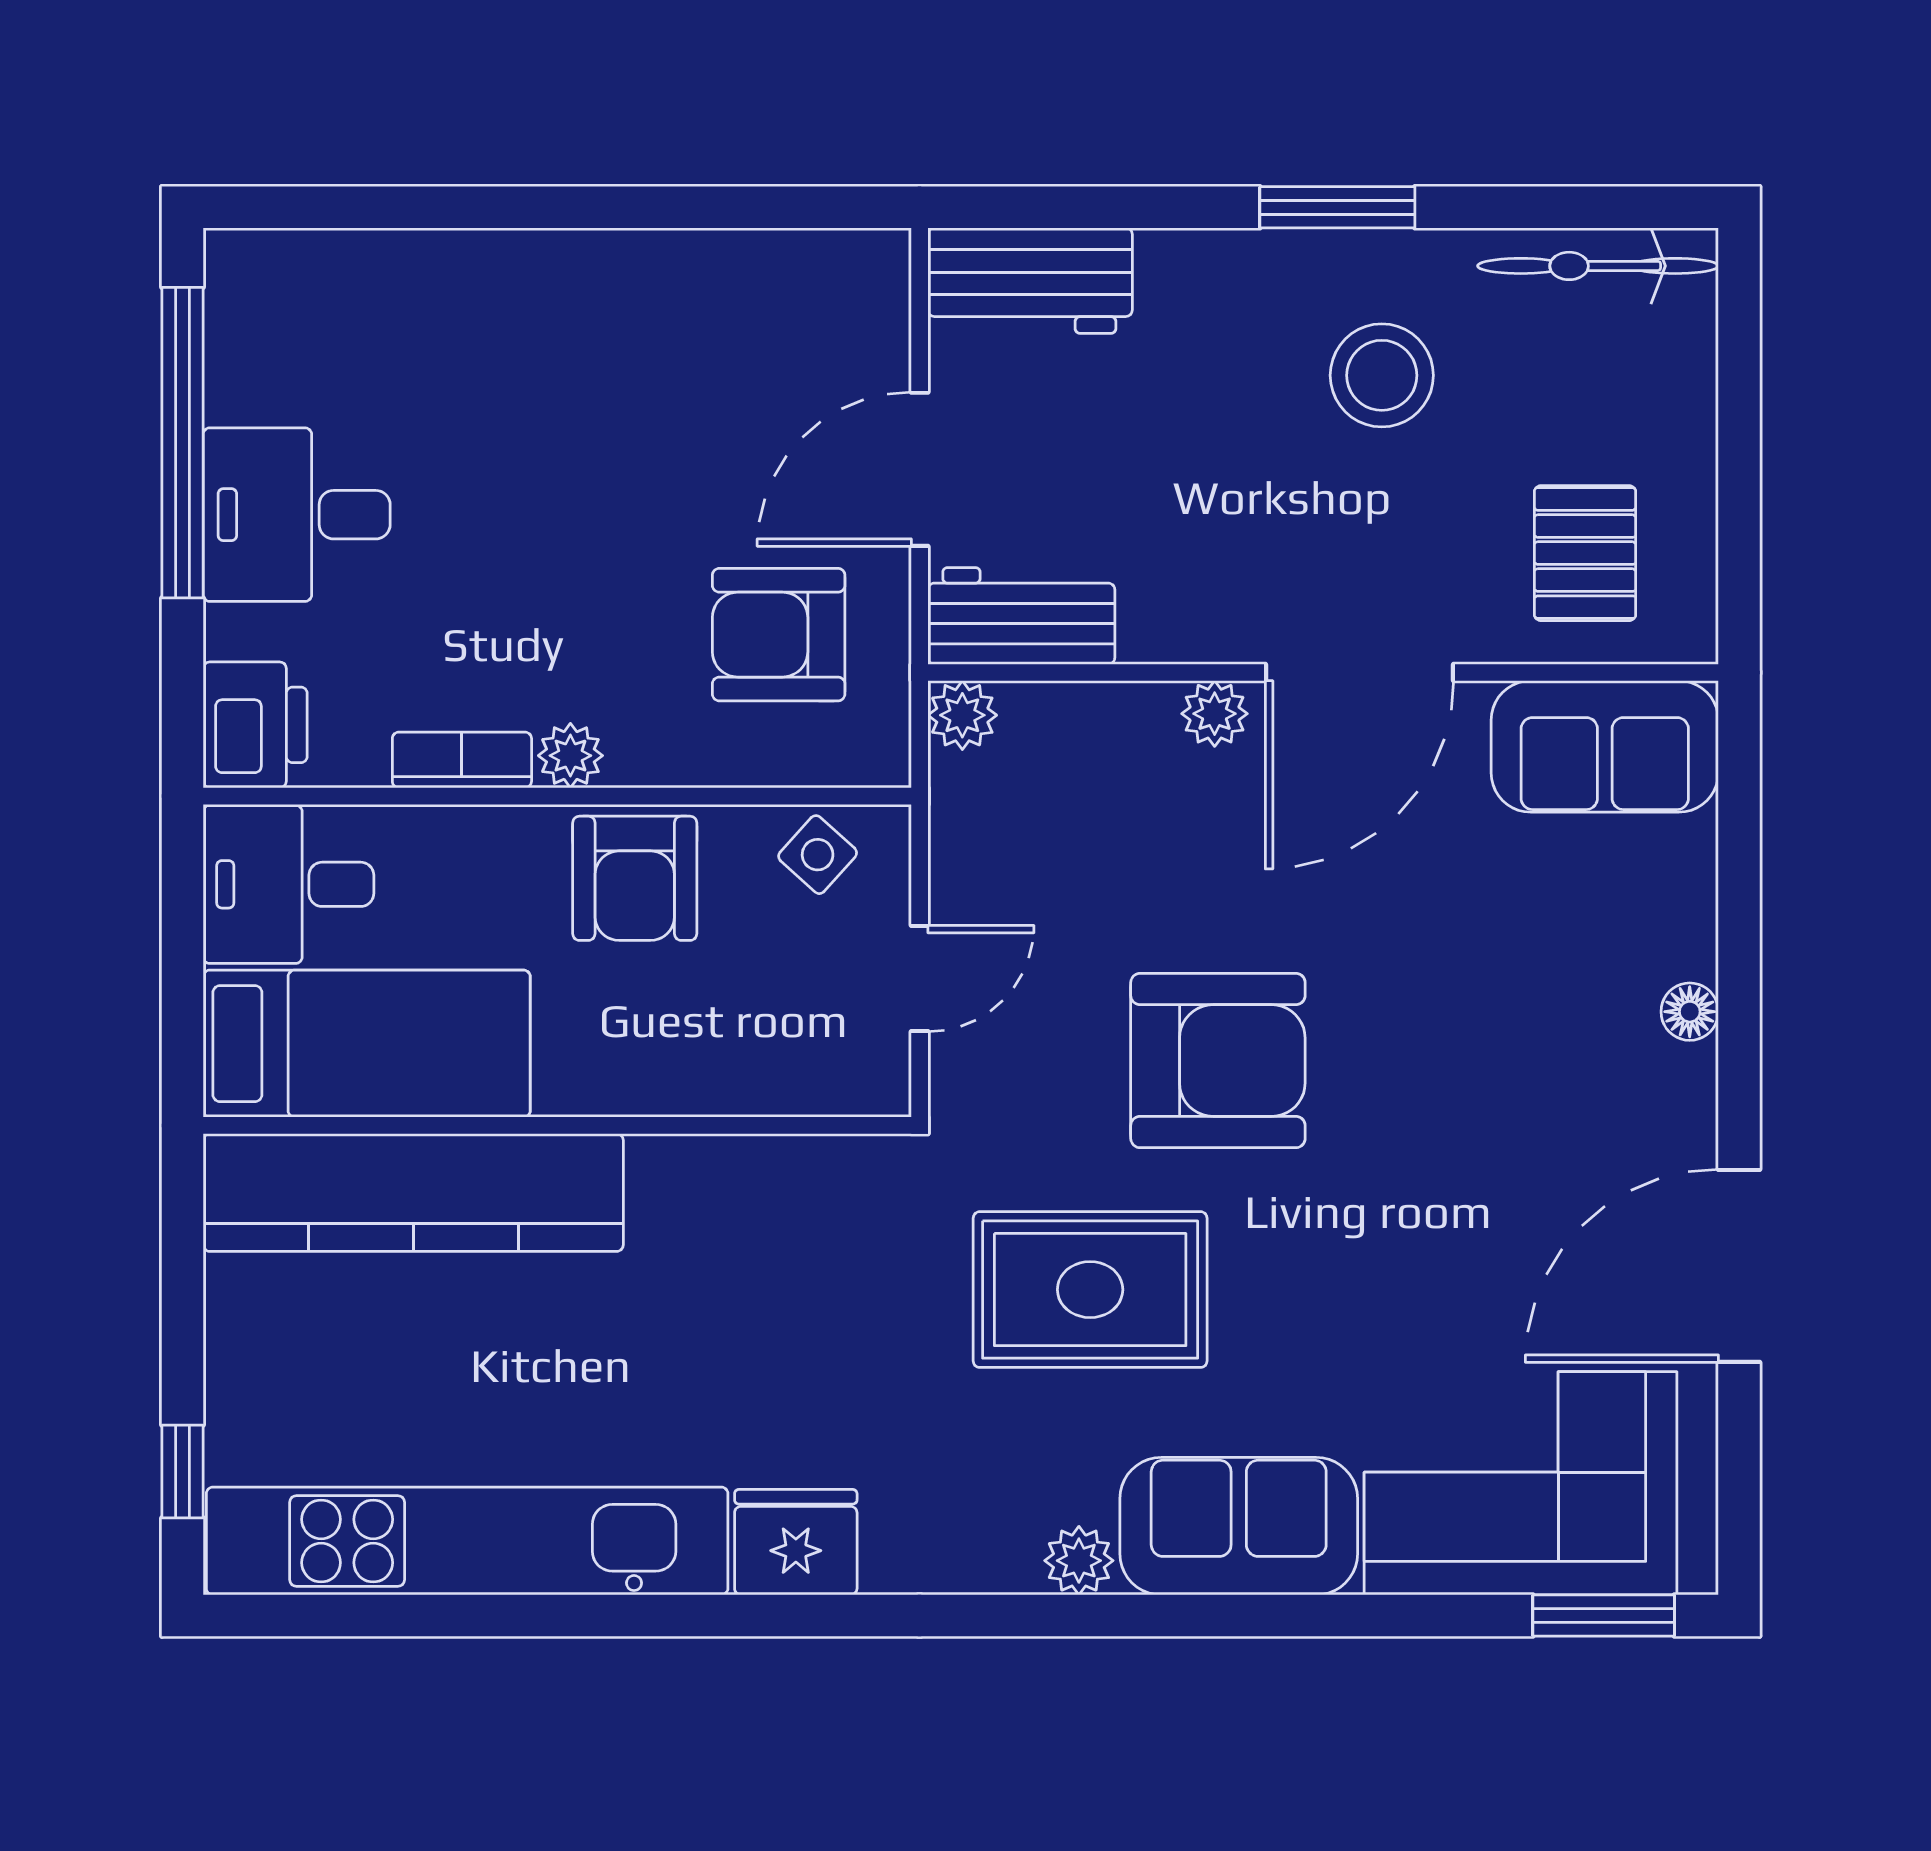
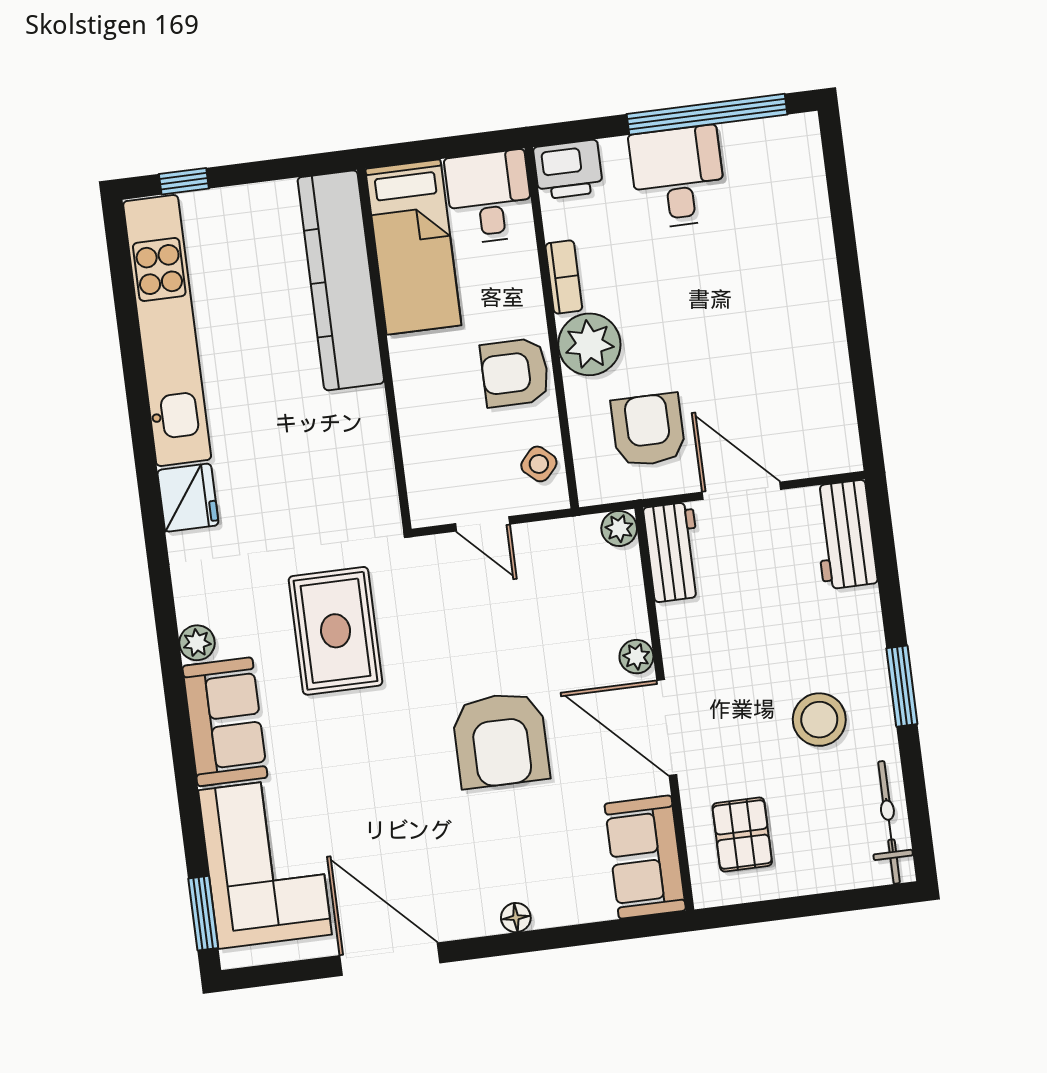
pallet: (1585, 553) -> (742, 835), turned 90
plant: (570, 756) -> (589, 344), width x1.88, depth x1.88
armchair: (1218, 1061) -> (501, 740), moved

